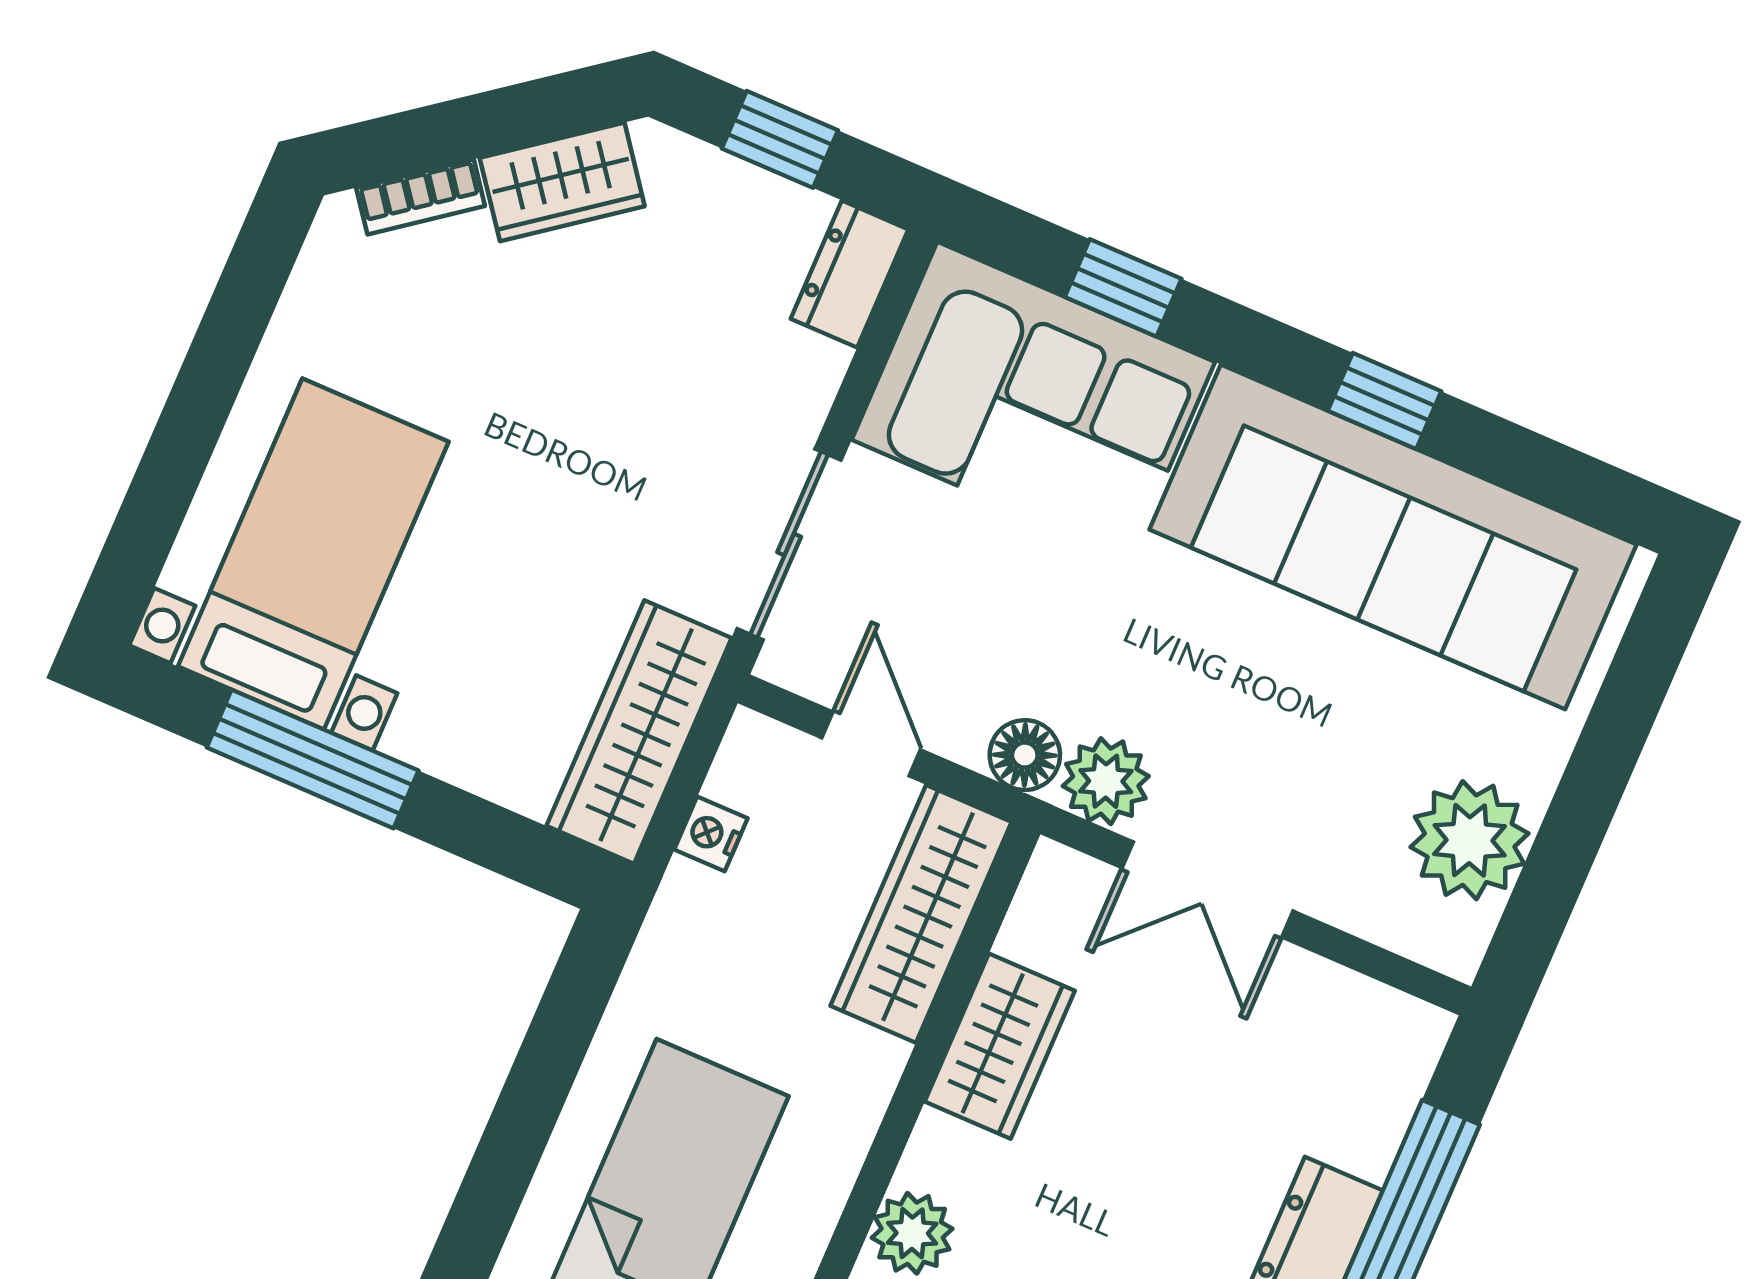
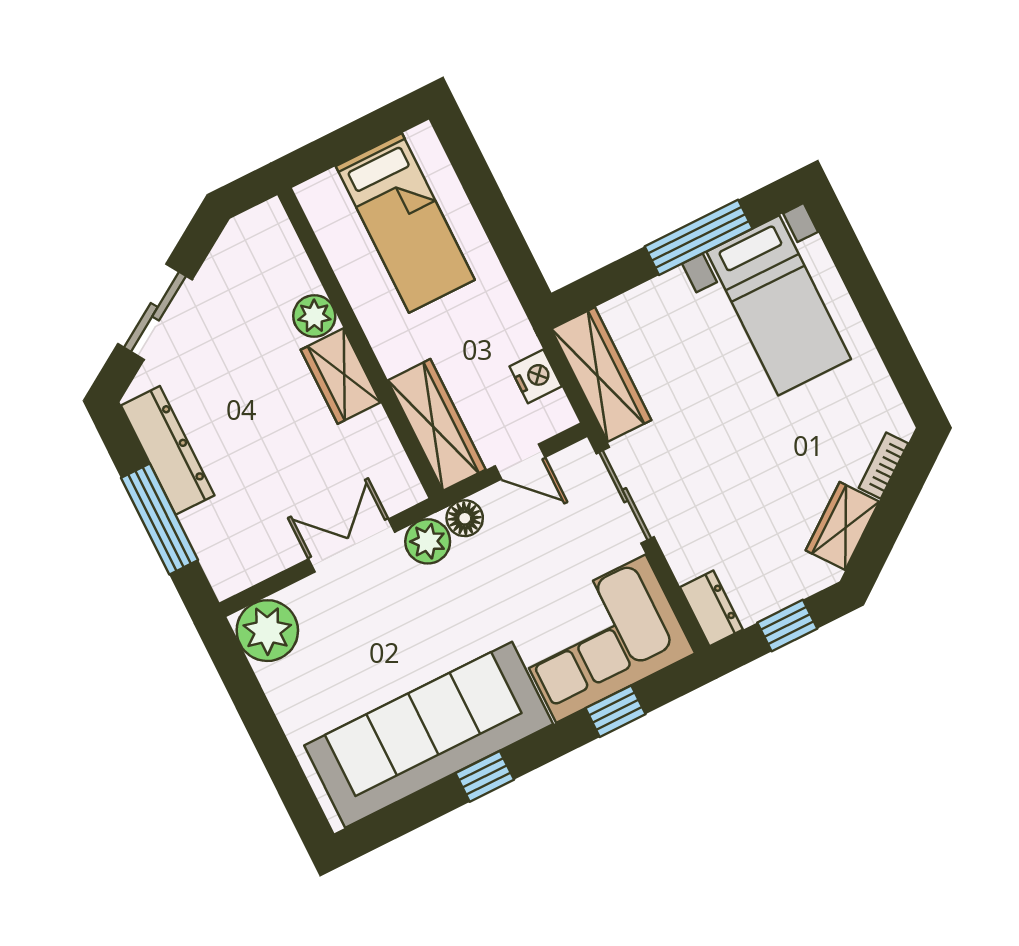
nightstand: (711, 834) -> (536, 376), width x1.39, depth x1.35
plant: (1470, 840) -> (267, 631), moved
wardrobe: (1000, 1046) -> (341, 376), moved

